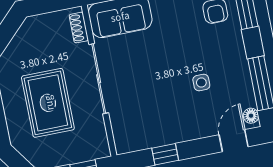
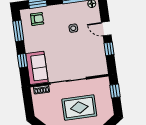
door: (234, 141) -> (106, 29), moved

